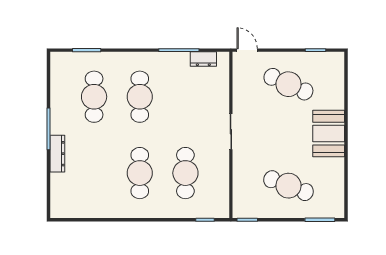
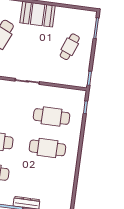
cafe table: (288, 186) -> (70, 47), width x0.73, depth x0.74

